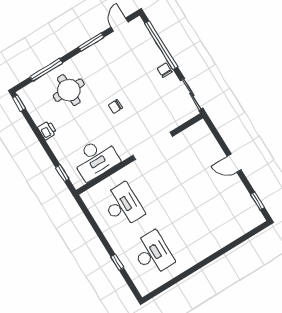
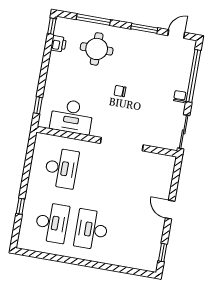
printer: (47, 130) -> (58, 44), moved
desk: (188, 232) -> (91, 230), added

